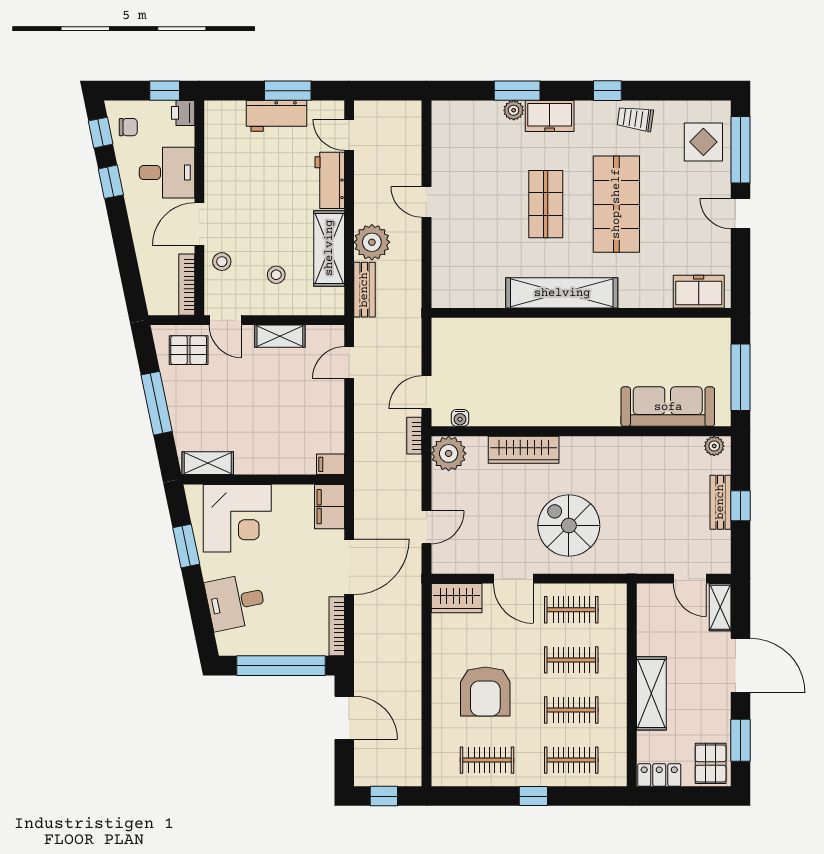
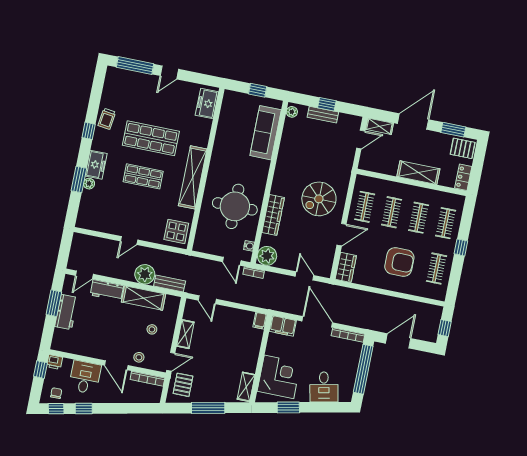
display table: (703, 142) -> (176, 231), moved
window: (741, 377) -> (258, 90), width x0.46
round table: (525, 378) -> (235, 206), added

